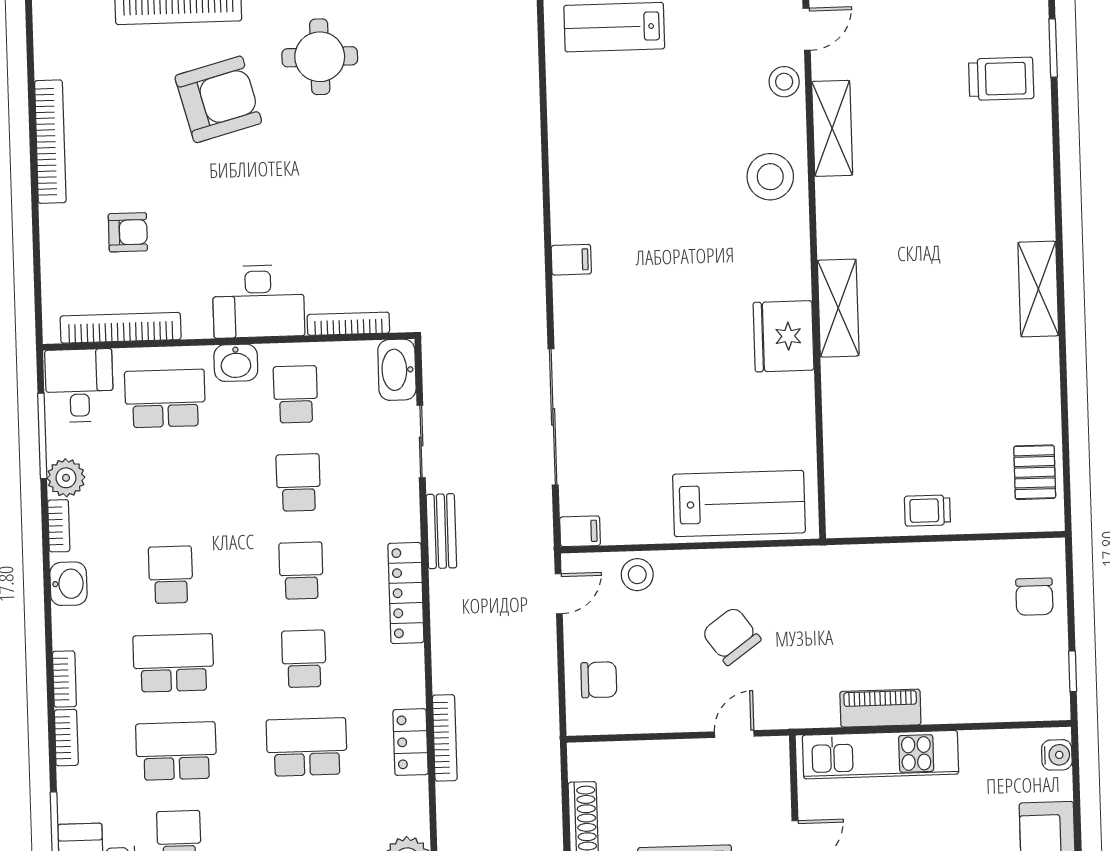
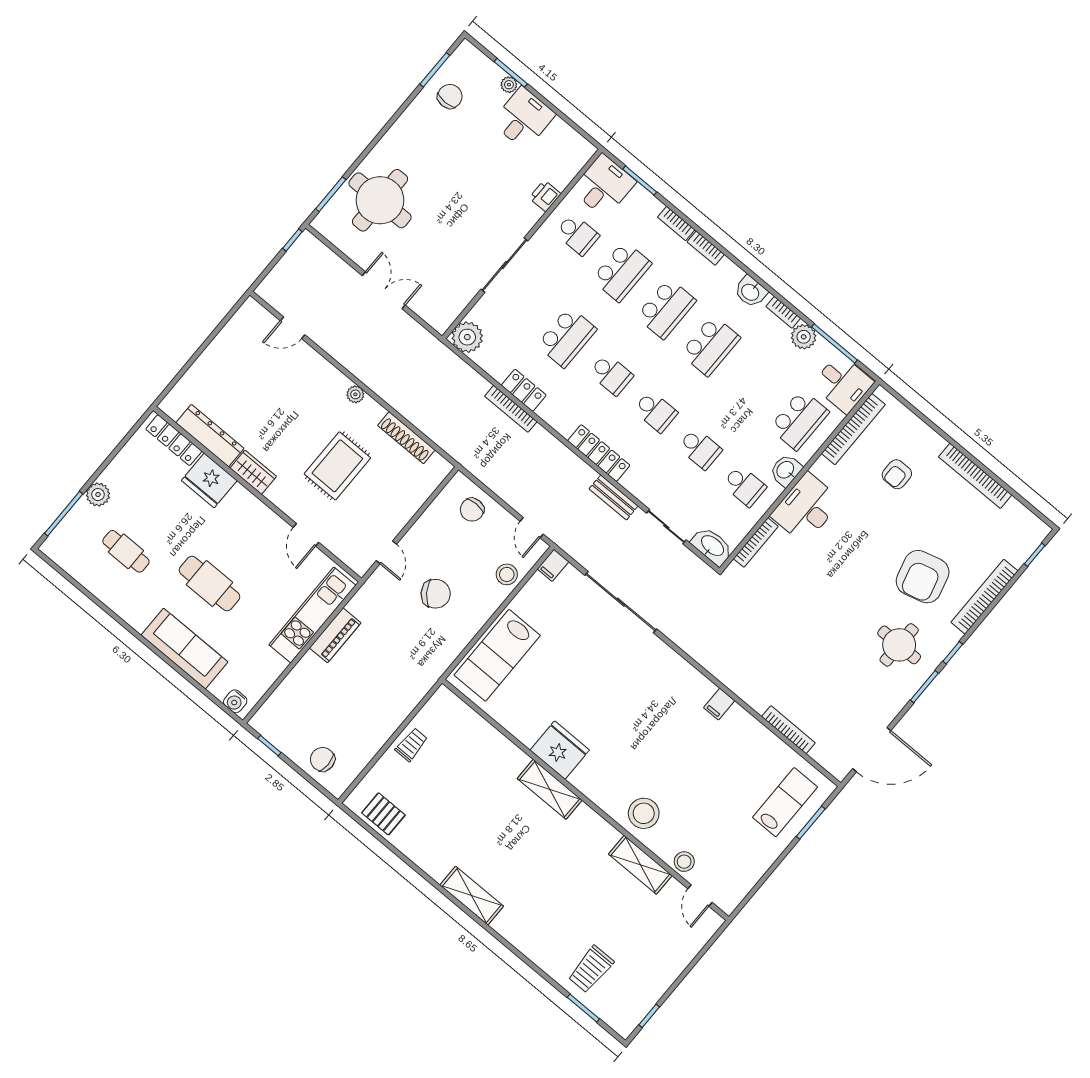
bookcase: (528, 97) -> (788, 730), added
filing cabinet: (571, 260) -> (719, 704), moved
school desk: (171, 575) -> (710, 346), width x1.85

